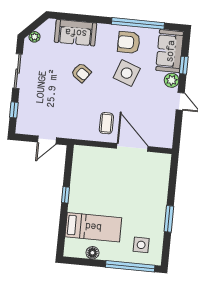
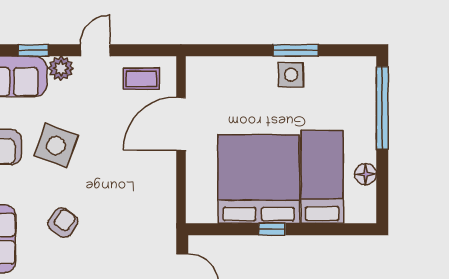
coffee table: (106, 123) -> (141, 79), moved
bed: (96, 190) -> (259, 179), added
side table: (141, 245) -> (291, 75), moved

